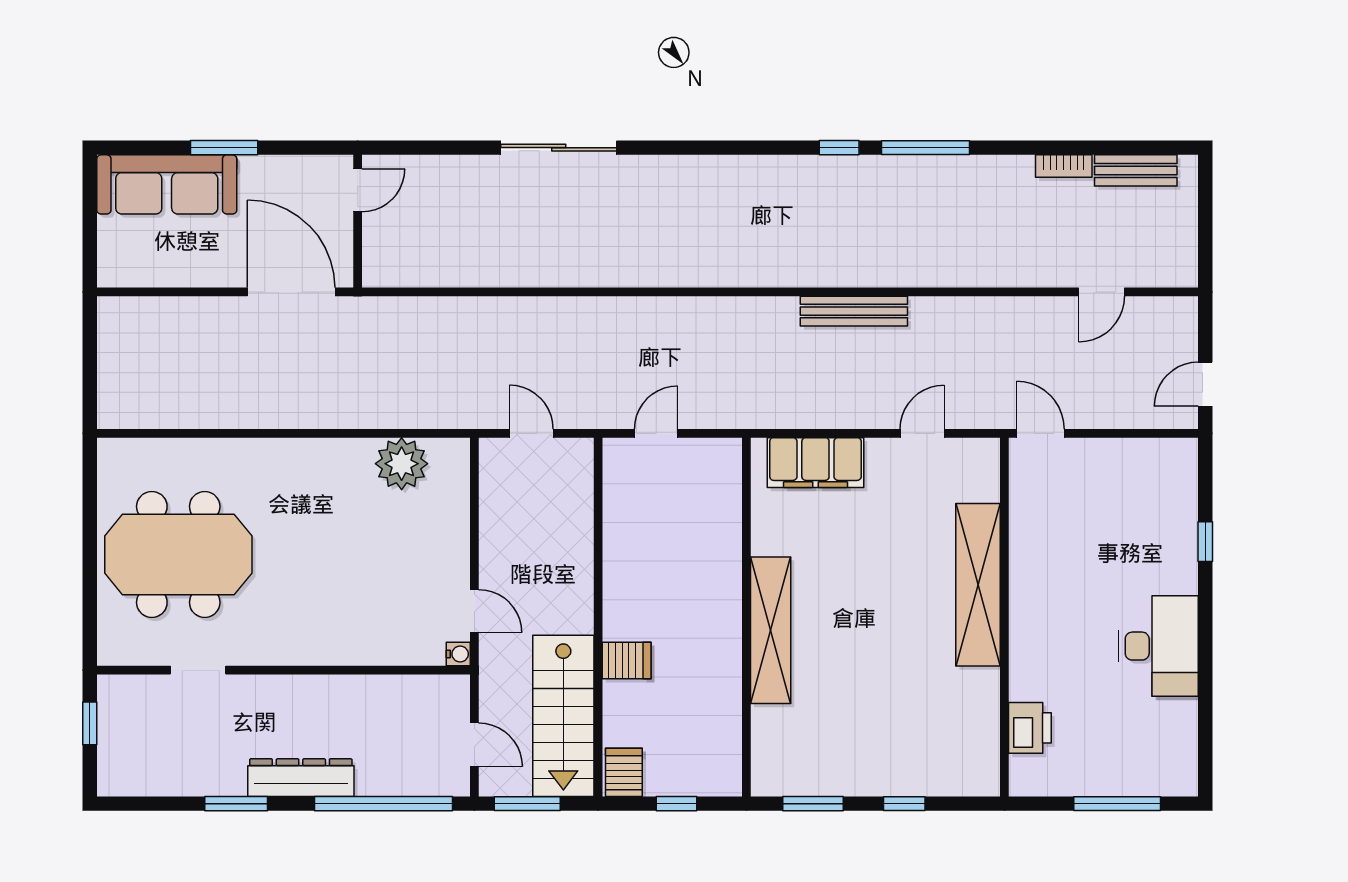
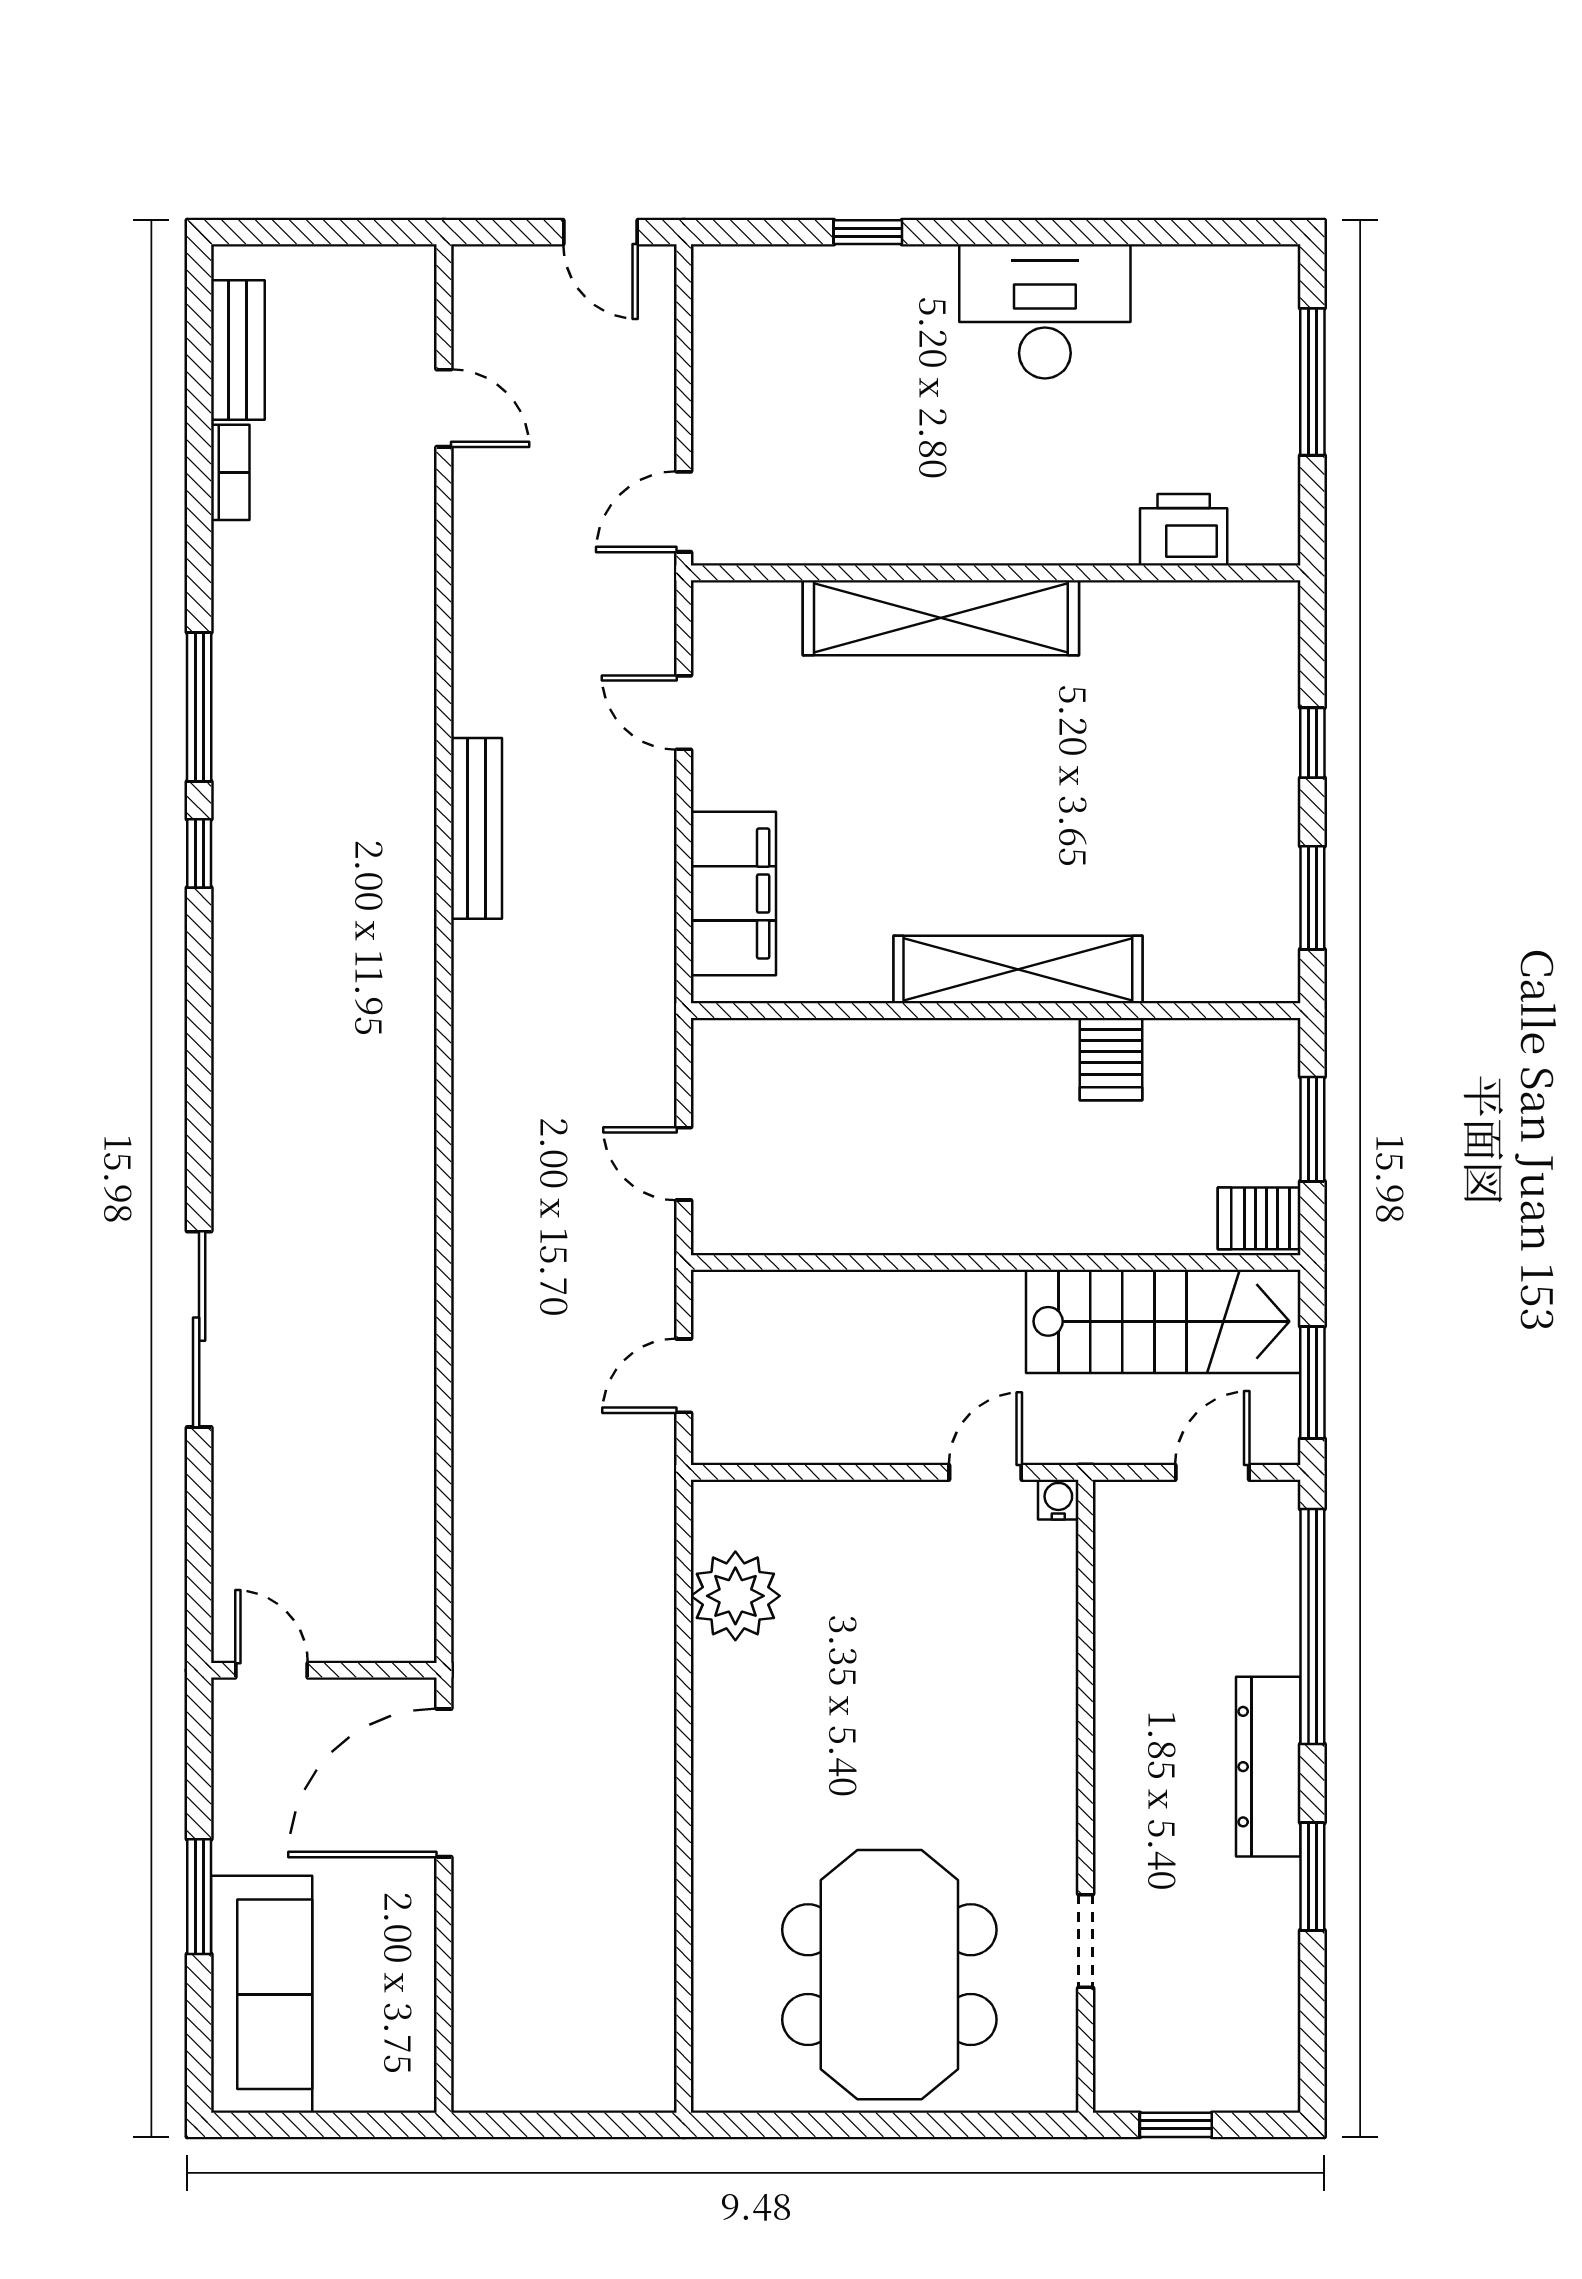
server rack: (627, 661) -> (1111, 1059), moved, turned 180
window: (677, 804) -> (1312, 1129), width x1.50

